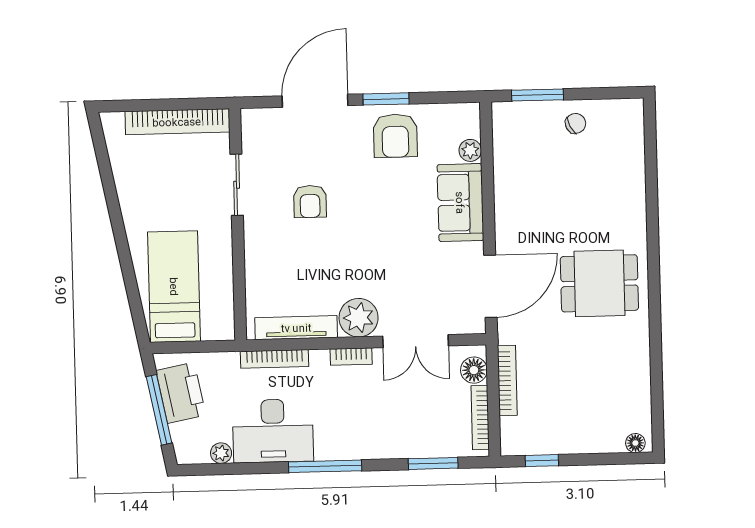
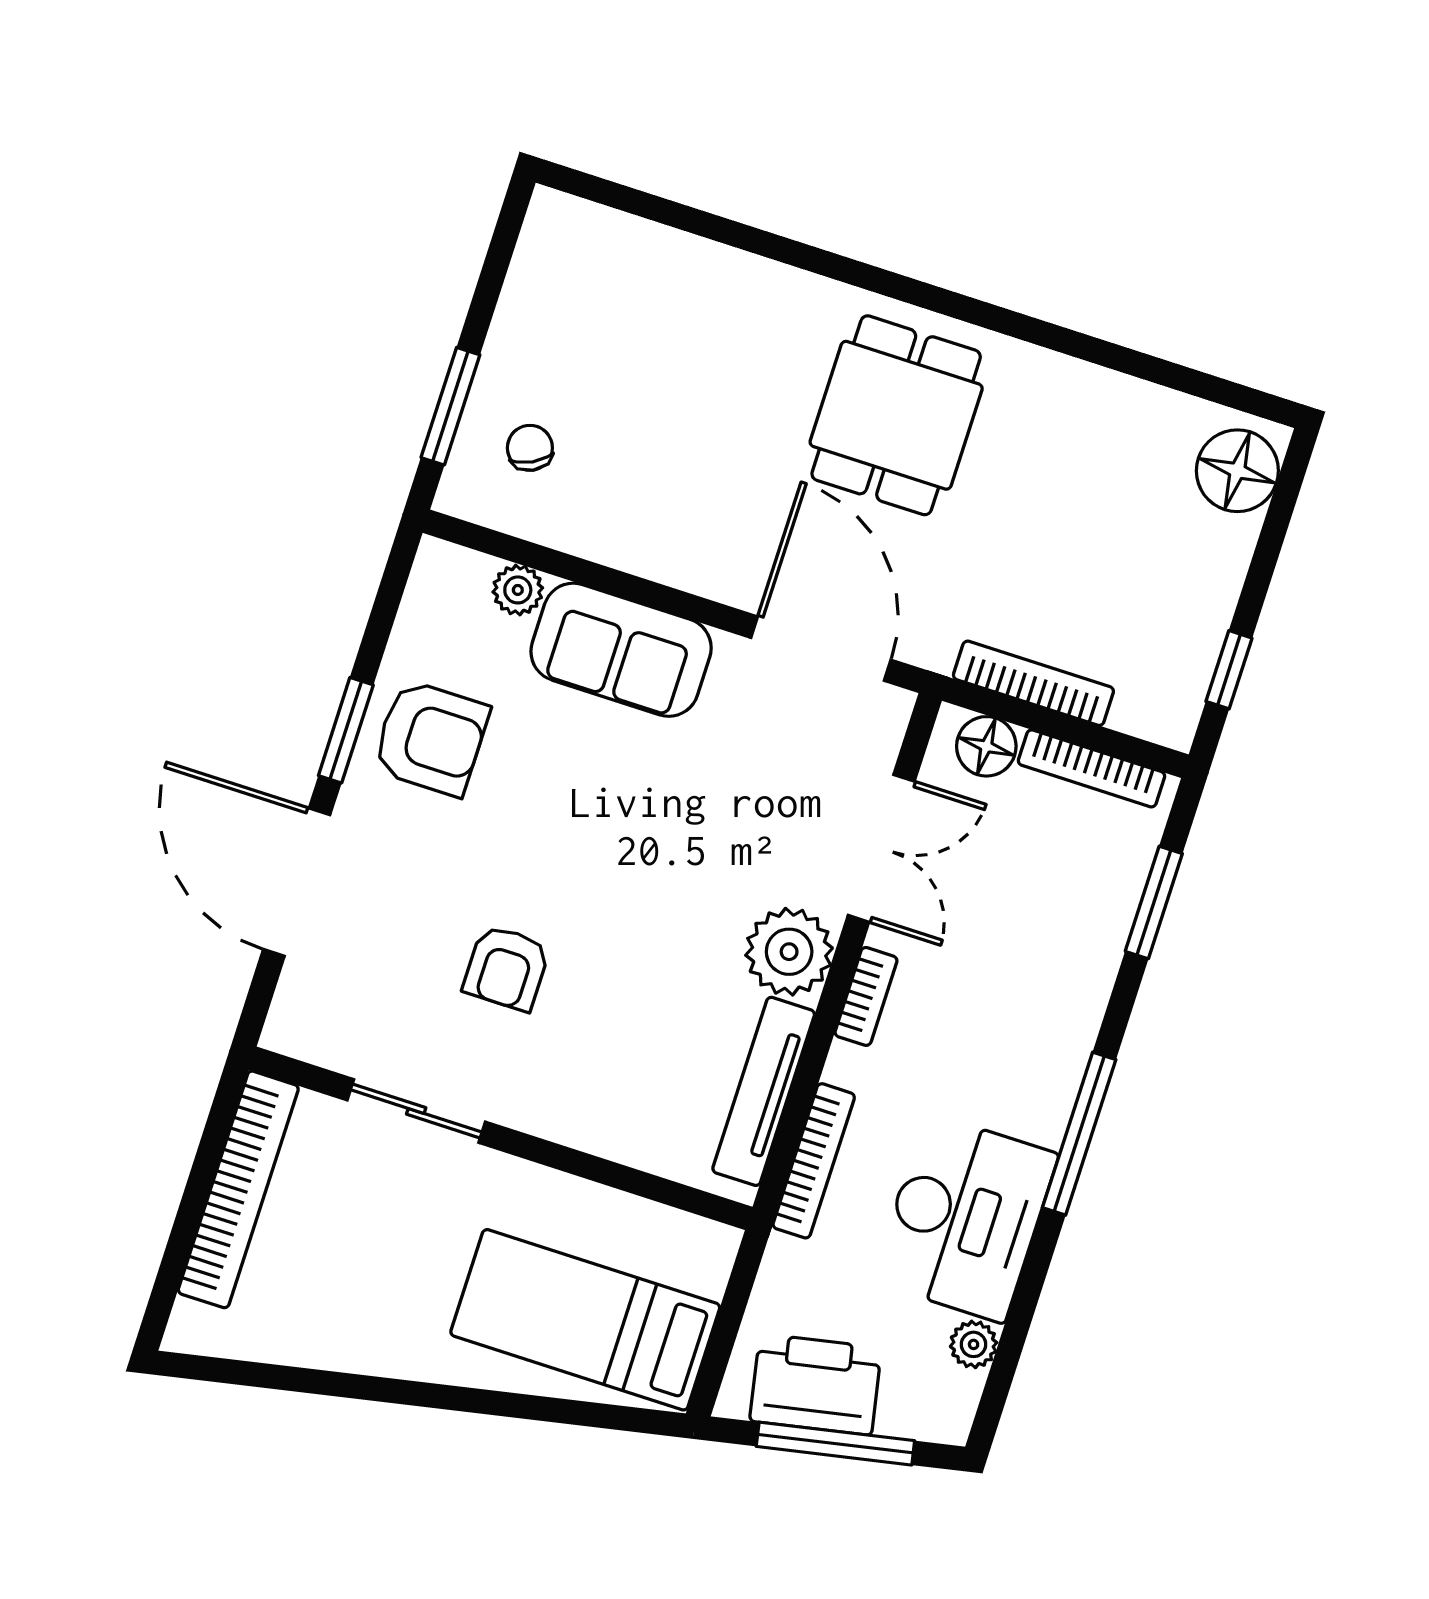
chair: (576, 123) -> (530, 448), moved
armchair: (310, 201) -> (506, 968), turned 90
floor lamp: (635, 443) -> (1237, 471), width x1.89, depth x1.89

